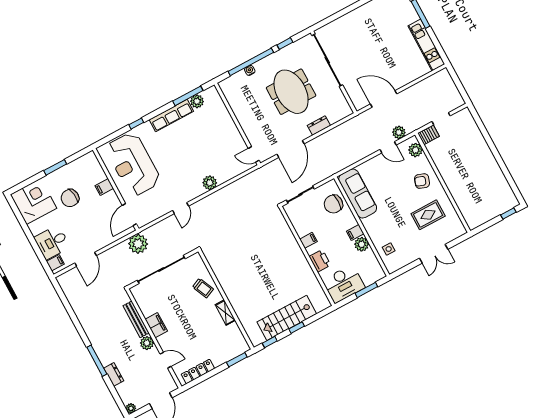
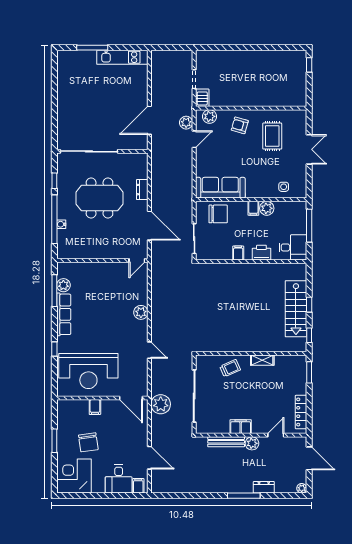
armchair: (422, 181) -> (240, 125), turned 87
chair: (333, 204) -> (218, 214), turned -90
desk: (344, 284) -> (293, 247), width x0.73
window: (366, 290) -> (309, 226), width x1.44

